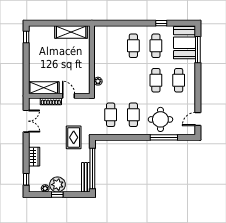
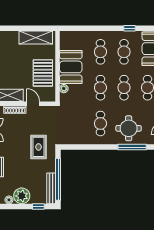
booth: (105, 60) -> (71, 67), added
pallet: (78, 66) -> (43, 73), added
cafe table: (111, 115) -> (100, 88), moved
window: (57, 195) -> (38, 206), moved

